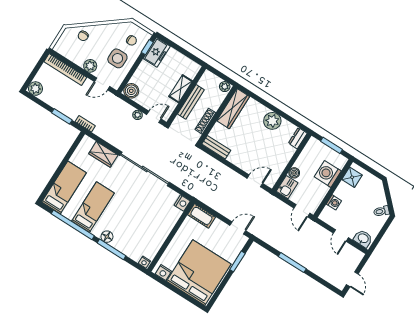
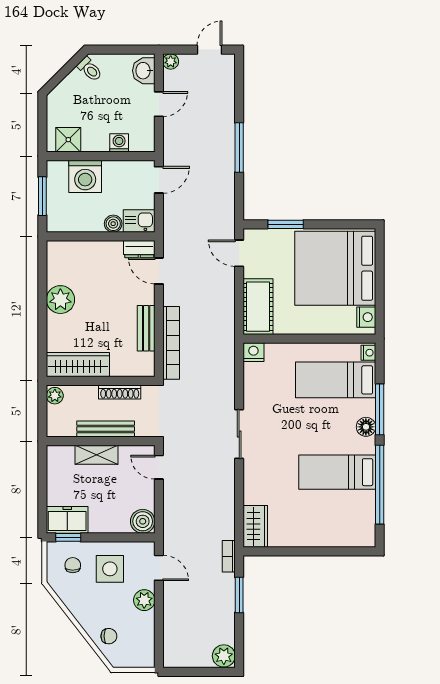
bookcase: (65, 69) -> (171, 343), moved
plant: (137, 115) -> (171, 61), moved
dresser: (298, 138) -> (139, 249), moved
bench: (216, 147) -> (146, 328), moved
wardrobe: (103, 154) -> (255, 526), moved
sliding door: (145, 169) -> (239, 434), width x0.54
bed: (64, 187) -> (336, 380), moved
cot: (201, 216) -> (258, 307), width x1.37, depth x1.34

